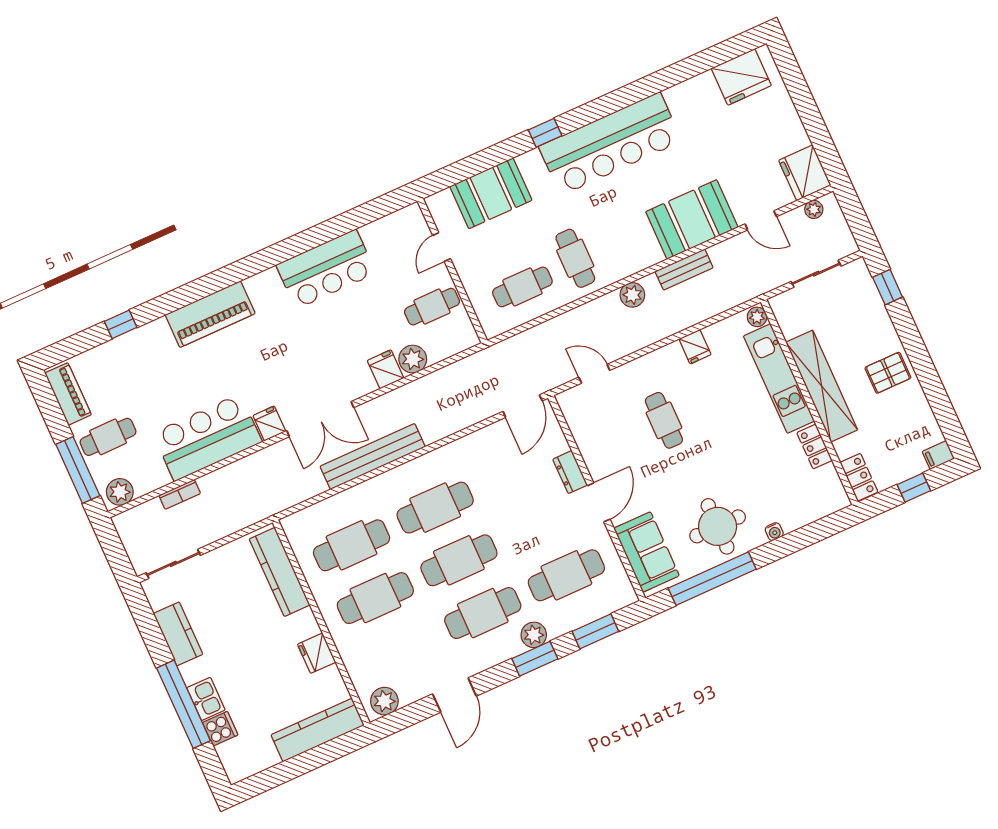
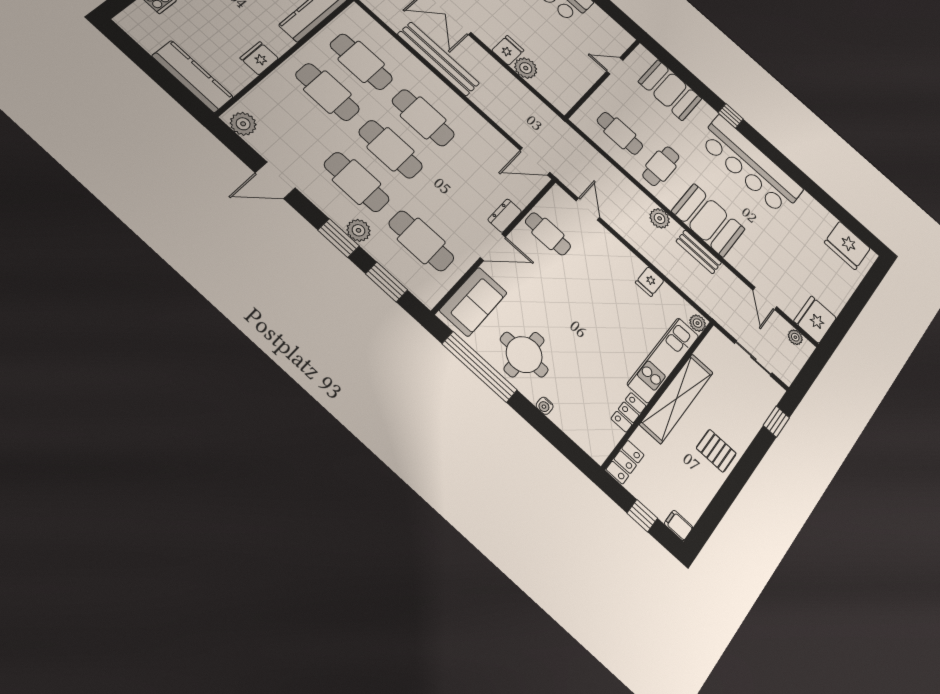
booth: (692, 219) -> (708, 220), moved
cafe table: (432, 307) -> (570, 71), removed
cafe table: (664, 420) -> (548, 234), moved, turned 90

